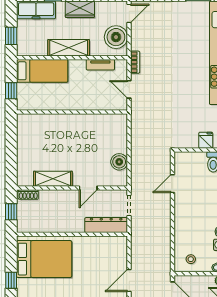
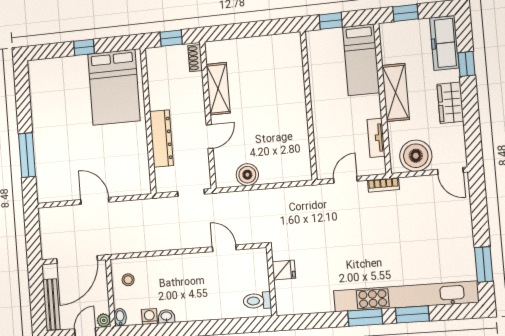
fridge: (206, 140) -> (284, 270), moved
door: (88, 188) -> (210, 137), swing flipped
dresser: (106, 225) -> (162, 139), moved

